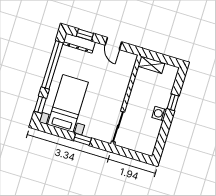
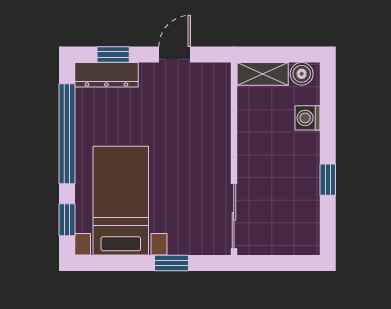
door: (113, 43) -> (175, 55), swing flipped
boiler: (169, 70) -> (302, 74), added
window: (173, 102) -> (328, 180), moved
washing machine: (159, 114) -> (308, 118), moved

